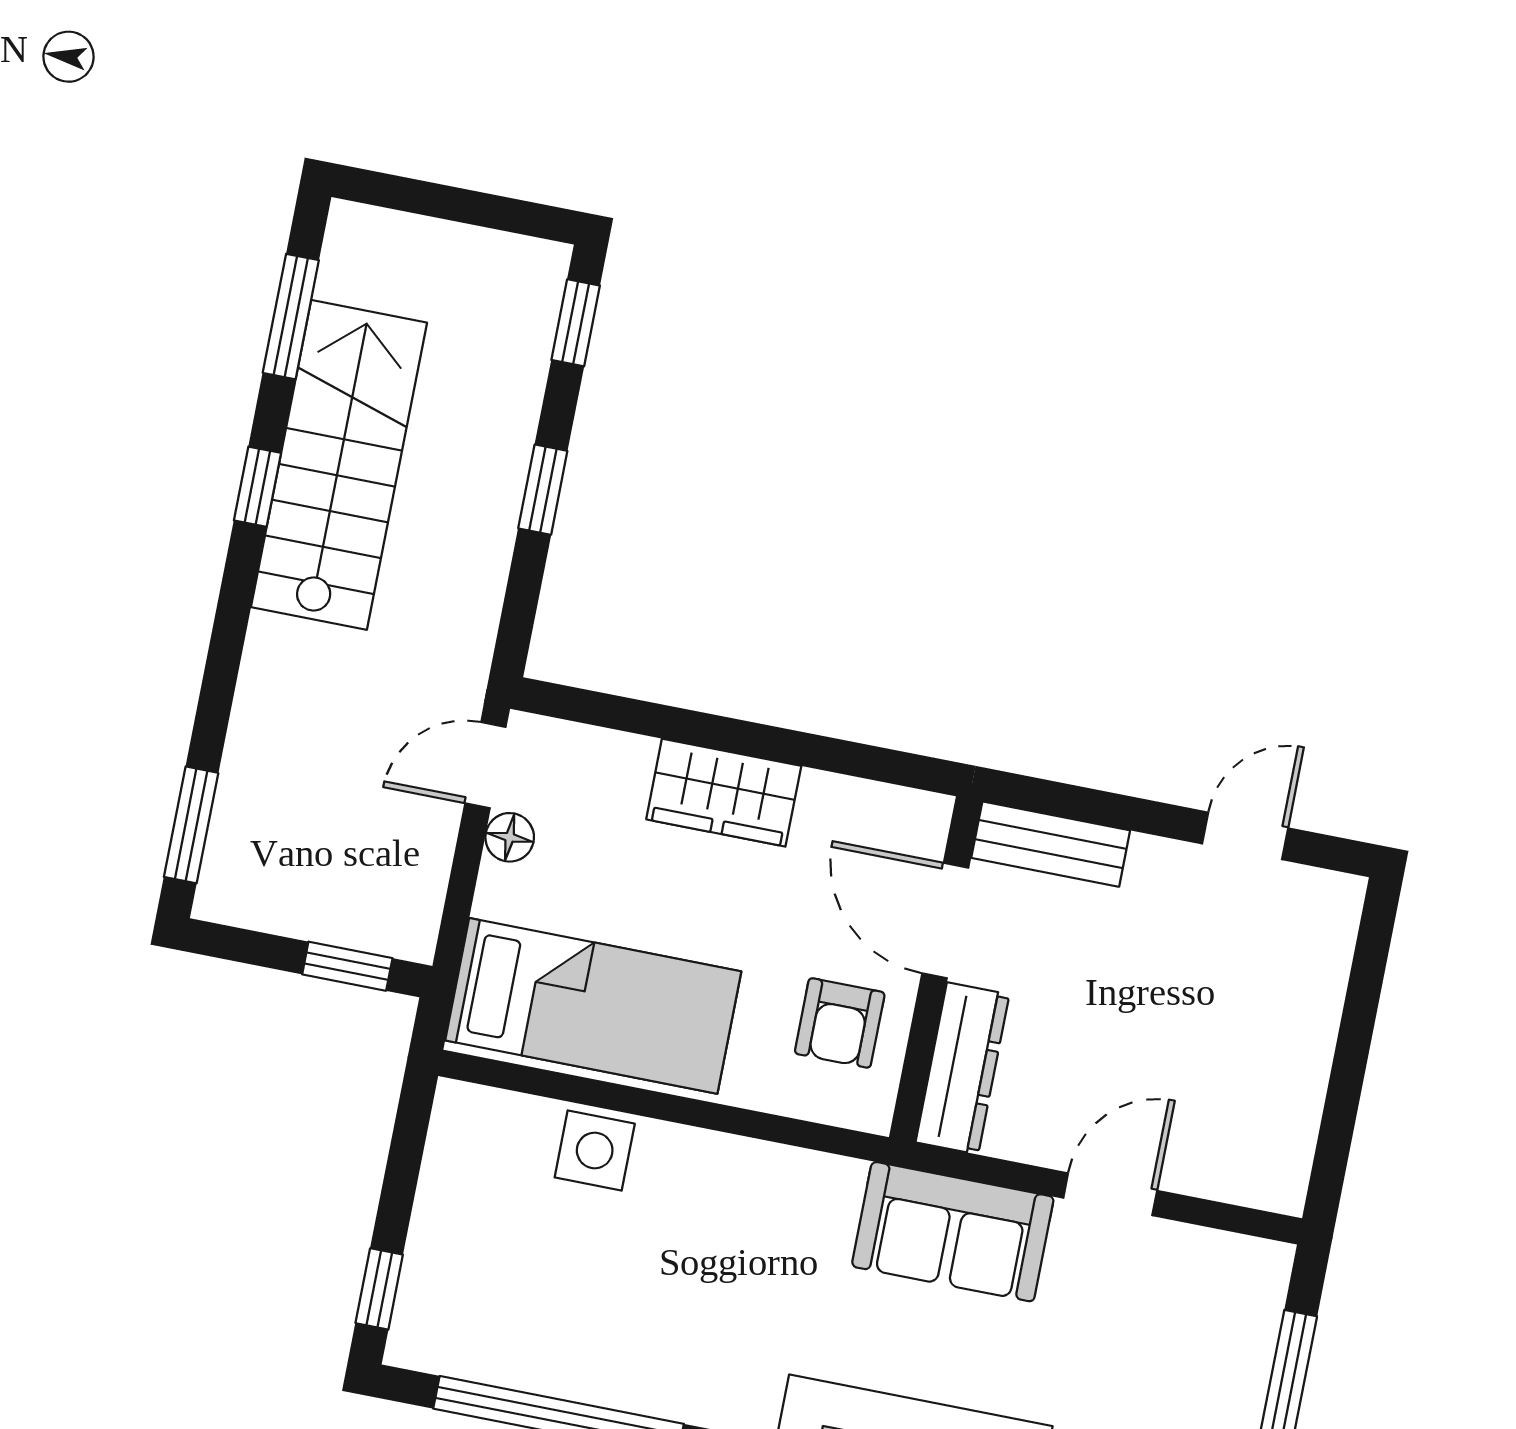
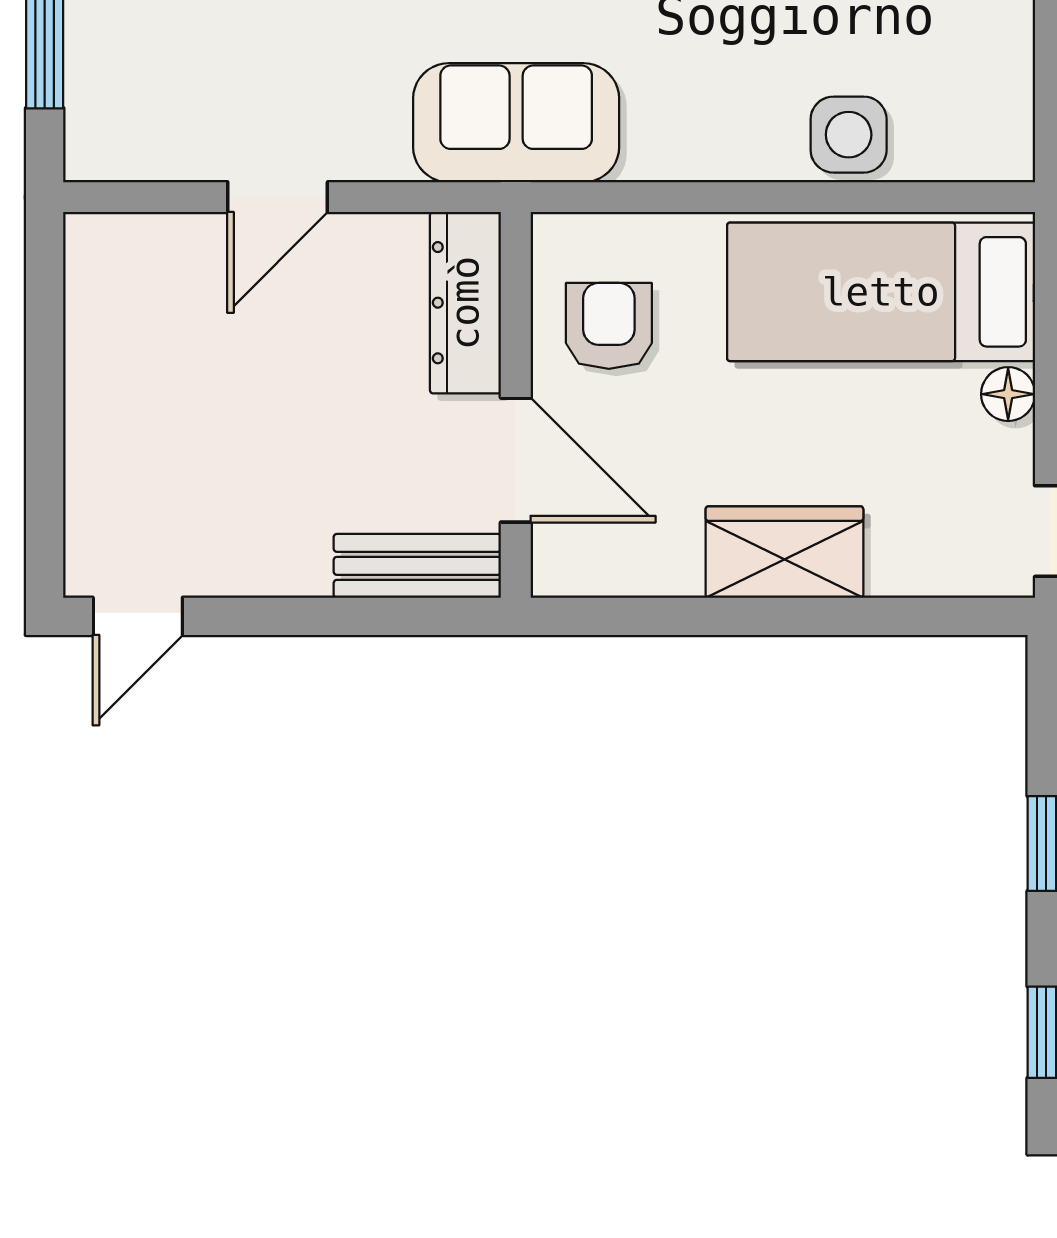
door: (1245, 836) -> (138, 616), moved
floor lamp: (510, 837) -> (1008, 394), moved
sofa: (953, 1232) -> (516, 123), moved

